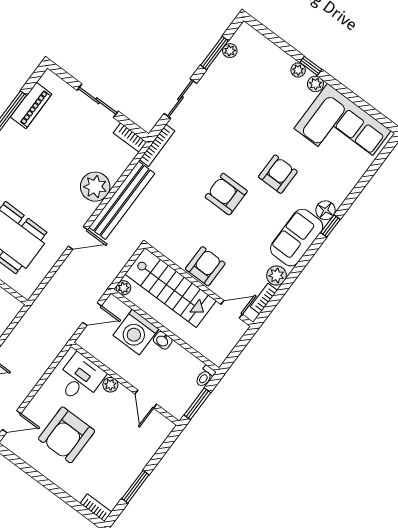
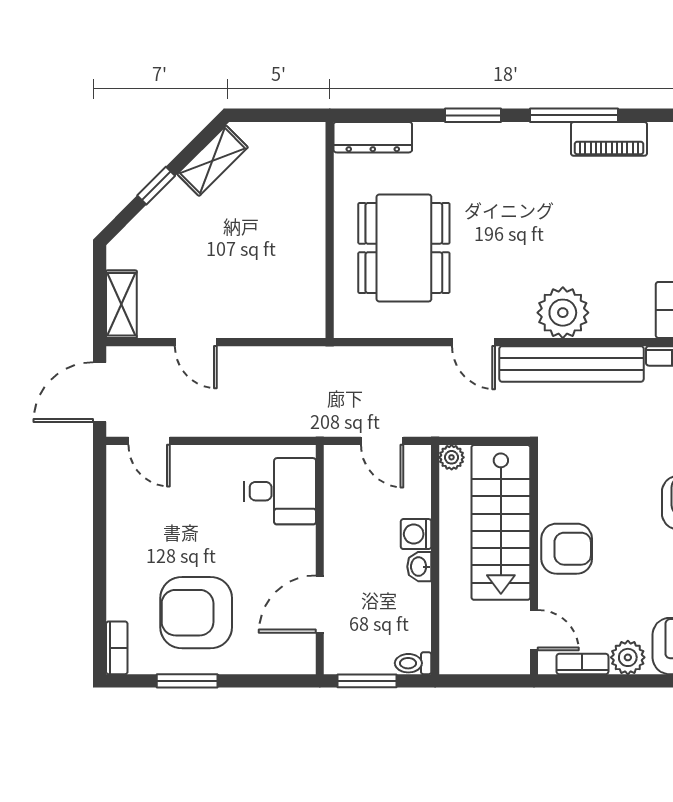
washing machine: (136, 332) -> (416, 534), width x0.53, depth x0.53
plant: (110, 385) -> (303, 540), removed
door: (146, 399) -> (320, 604), width x1.38
armchair: (67, 435) -> (196, 613), moved

